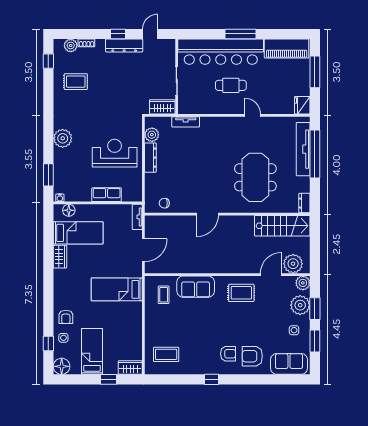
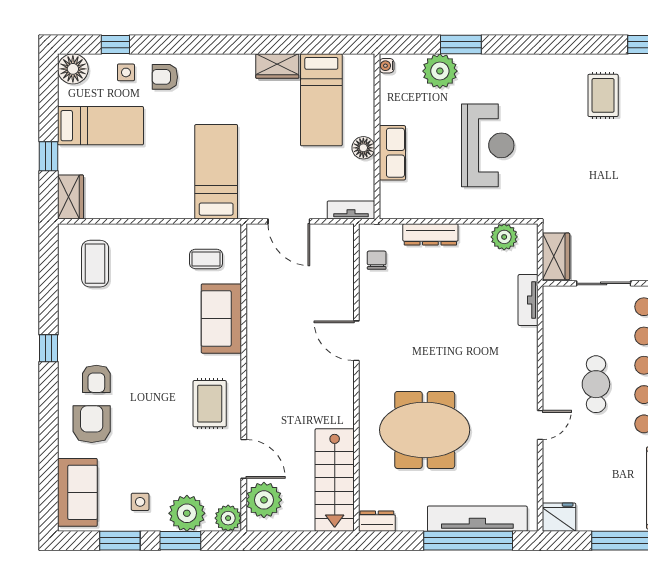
plant: (63, 138) -> (440, 71), moved
reception desk: (115, 153) -> (488, 145), moved
dresser: (150, 158) -> (430, 234), moved
window: (48, 175) -> (461, 44), moved
floor lamp: (69, 210) -> (363, 148), moved

